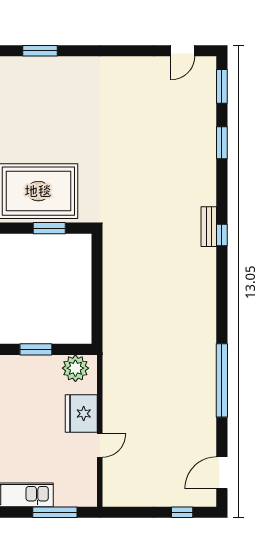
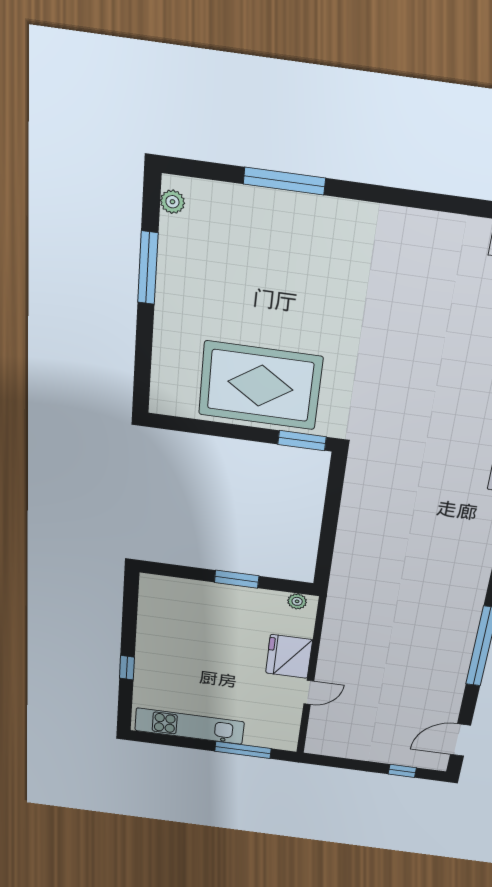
window: (40, 51) -> (284, 181), width x1.44
window: (49, 228) -> (302, 441), moved
plant: (75, 368) -> (297, 601), width x0.53, depth x0.53

